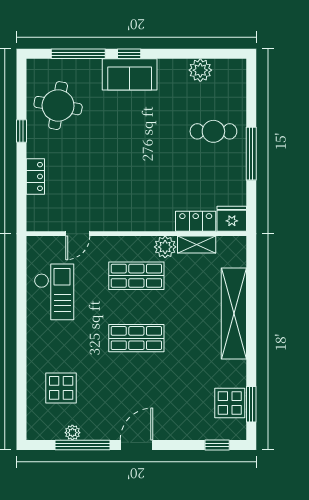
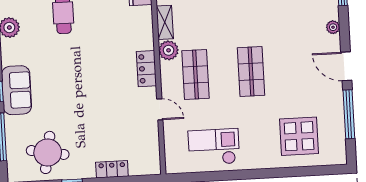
locker: (196, 221) -> (146, 69), moved
door: (78, 234) -> (160, 109), moved
display table: (61, 388) -> (299, 136), width x1.36, depth x1.36
plant: (72, 433) -> (333, 27), moved

